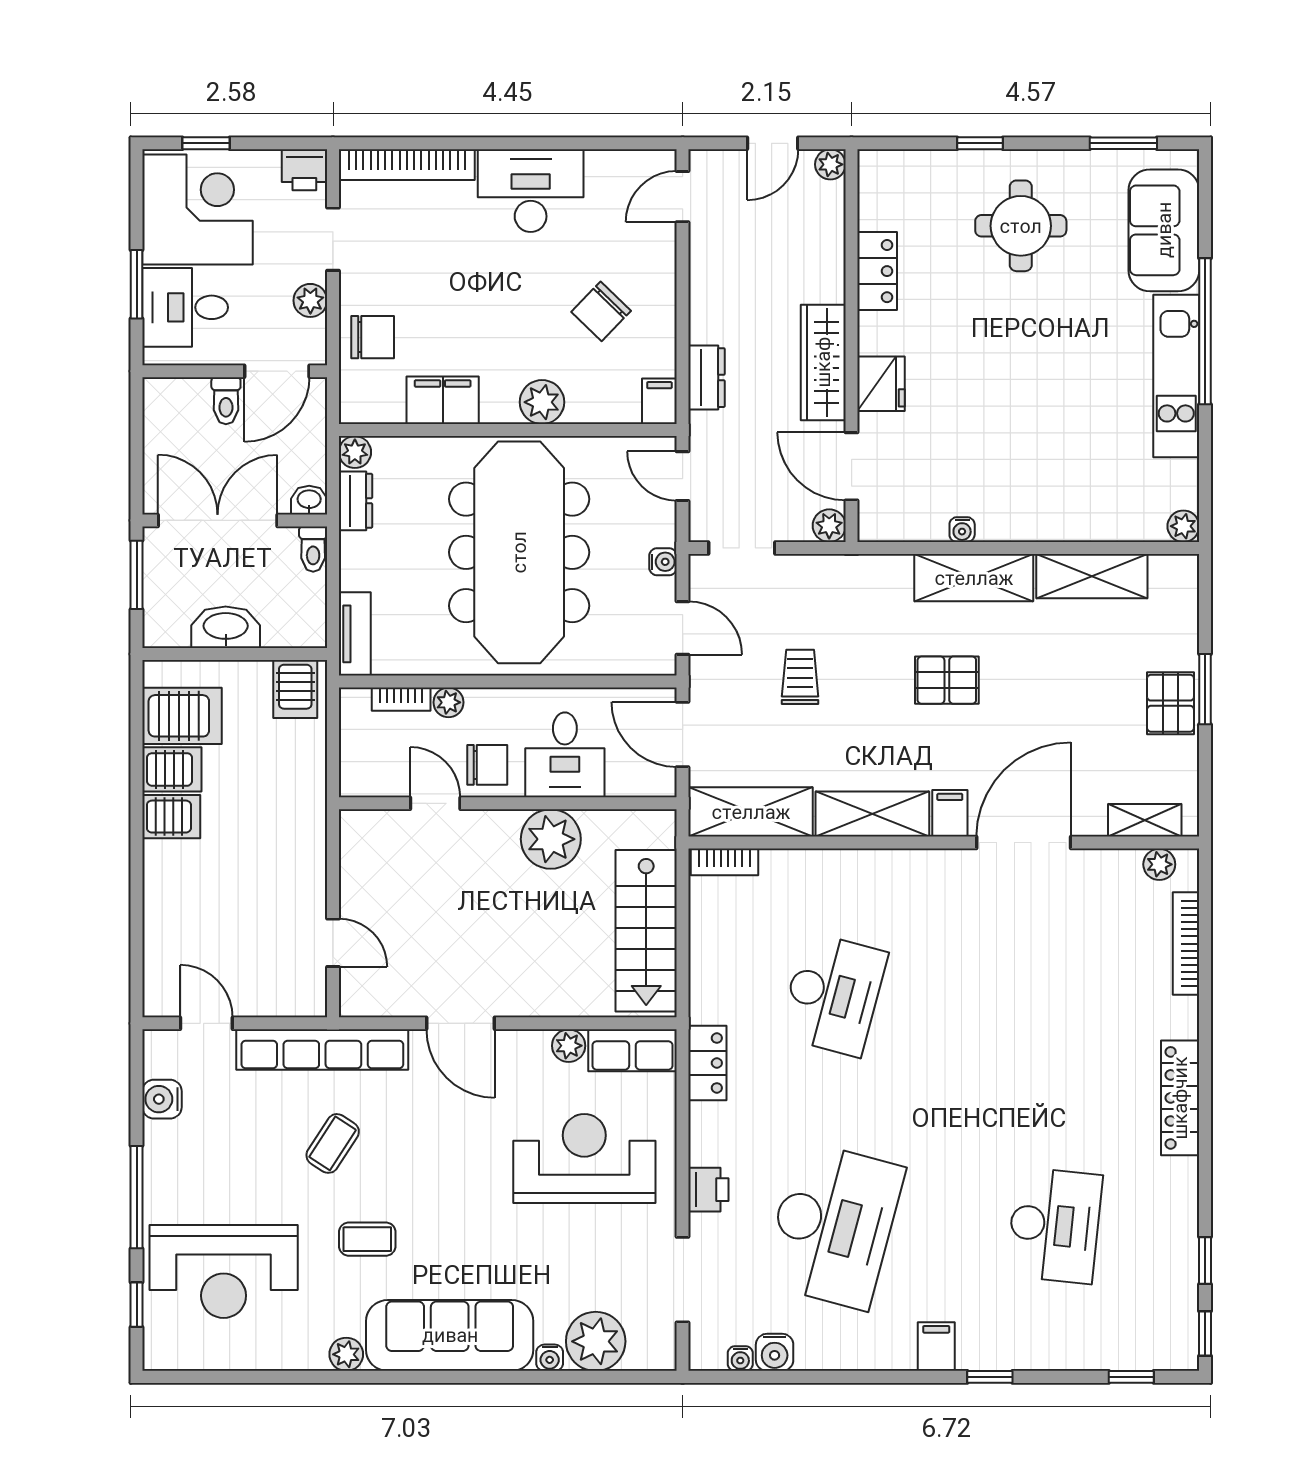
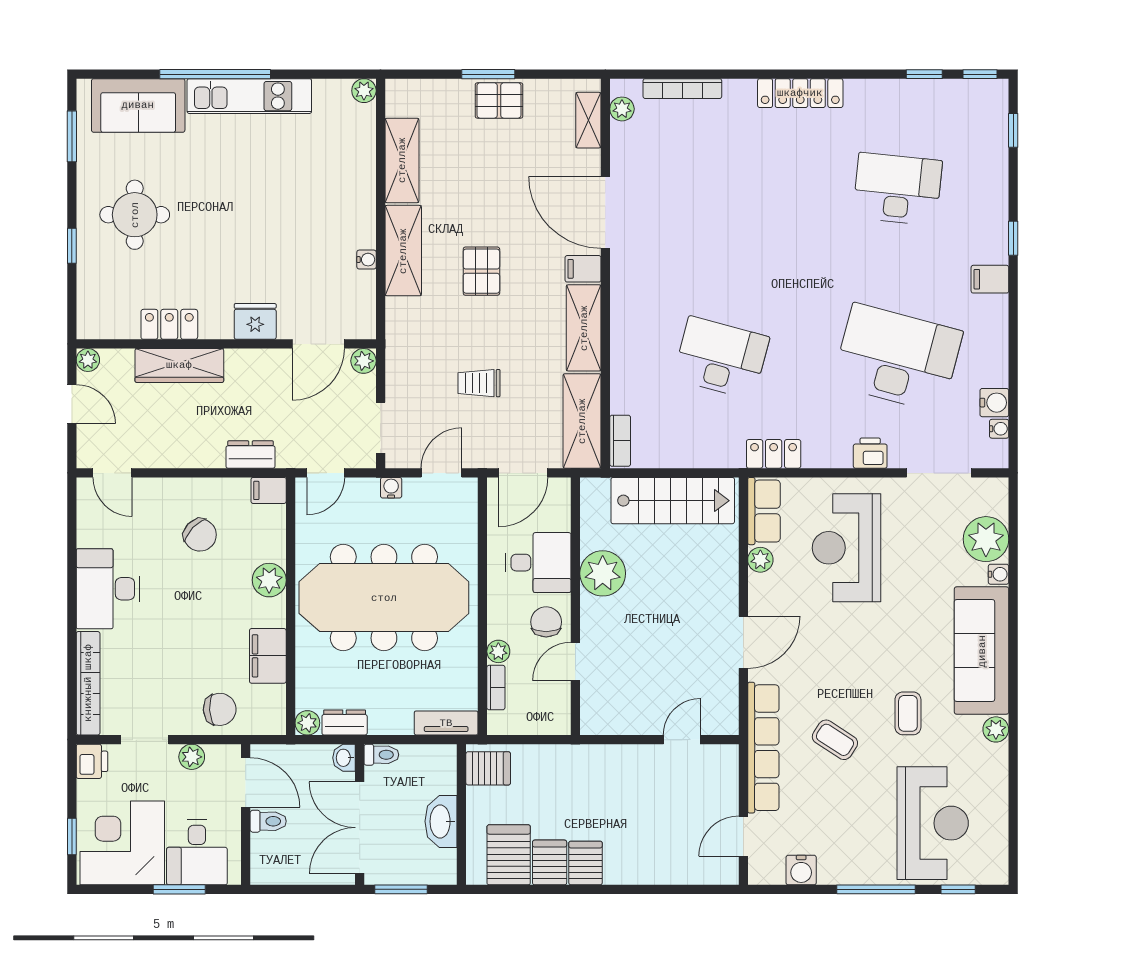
chair: (373, 337) -> (220, 709), turned 87
wardrobe: (823, 362) -> (179, 365), moved

